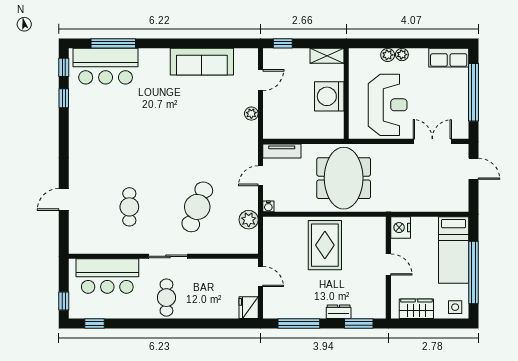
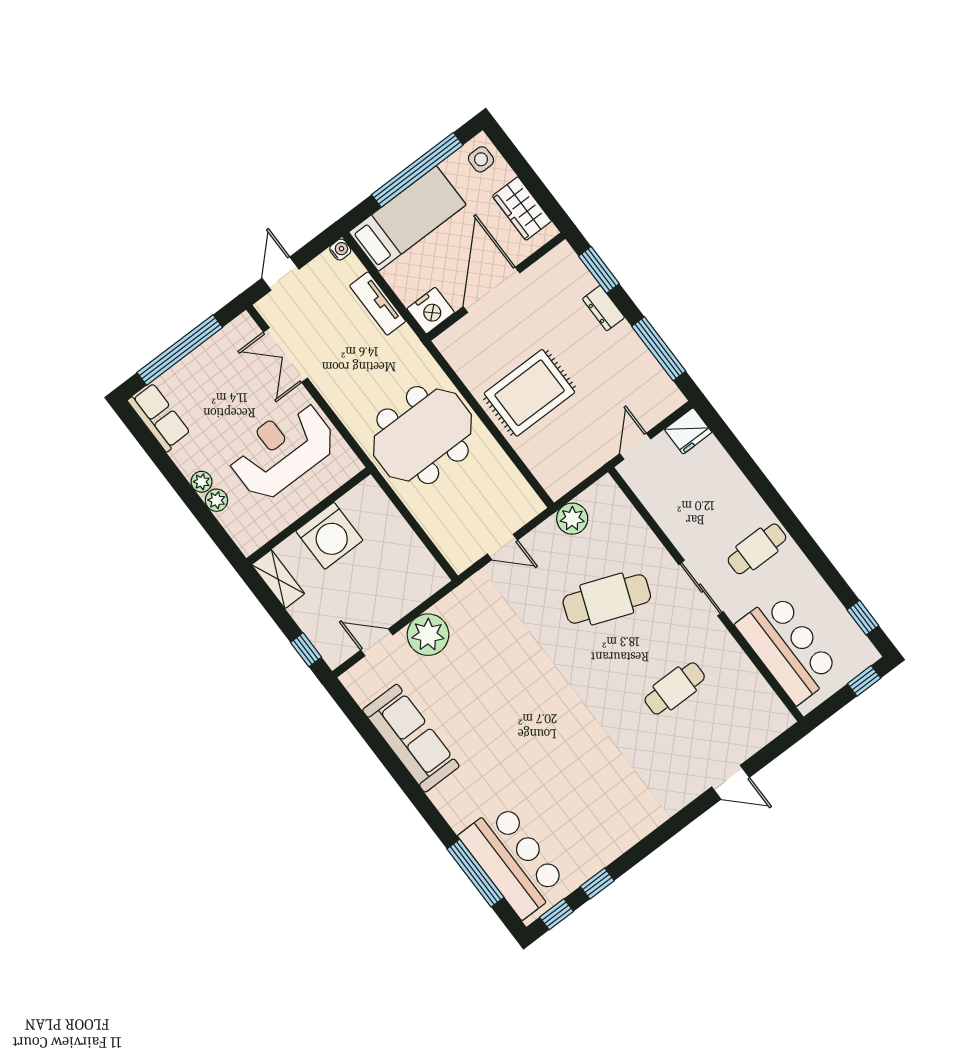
plant: (251, 114) -> (428, 635), width x1.88, depth x1.88
tv unit: (282, 151) -> (378, 304), moved, turned 180
water cooler: (268, 206) -> (340, 249), moved
door: (388, 264) -> (491, 290), width x1.87

